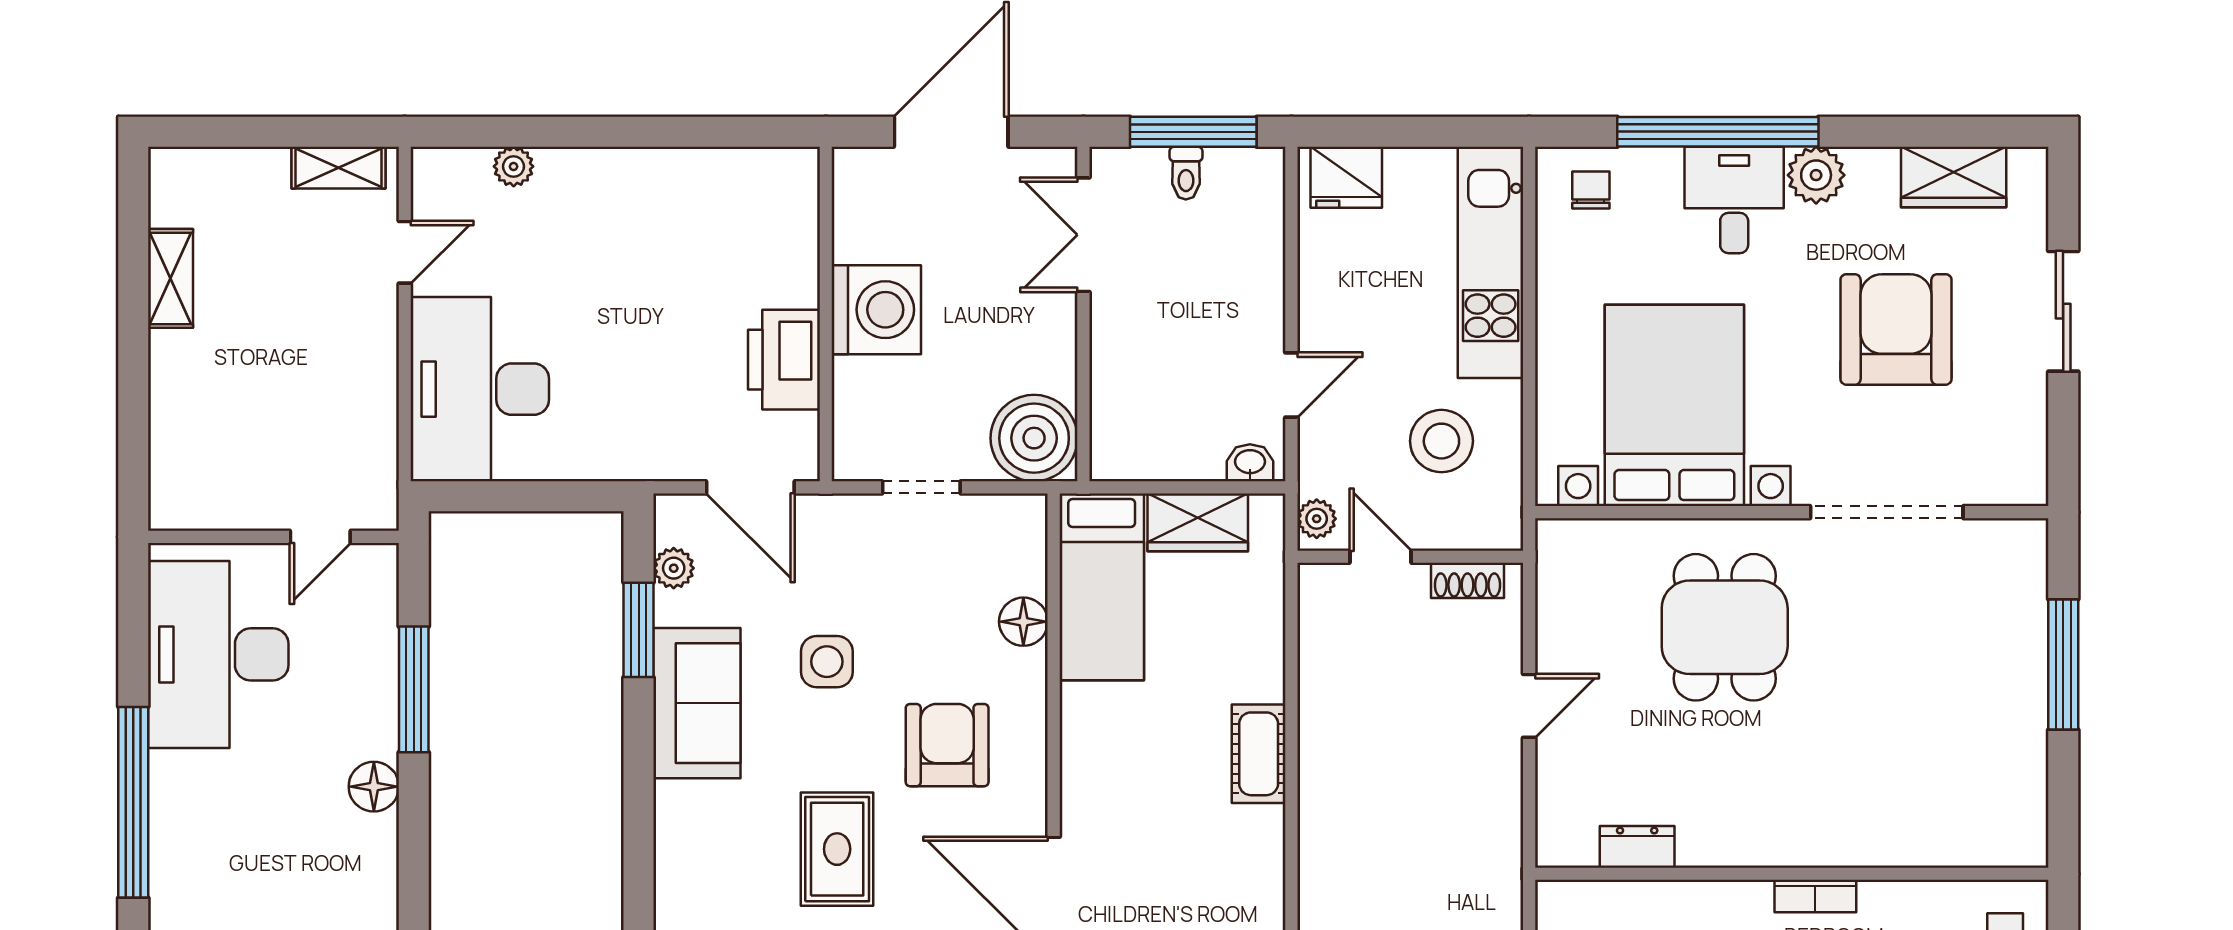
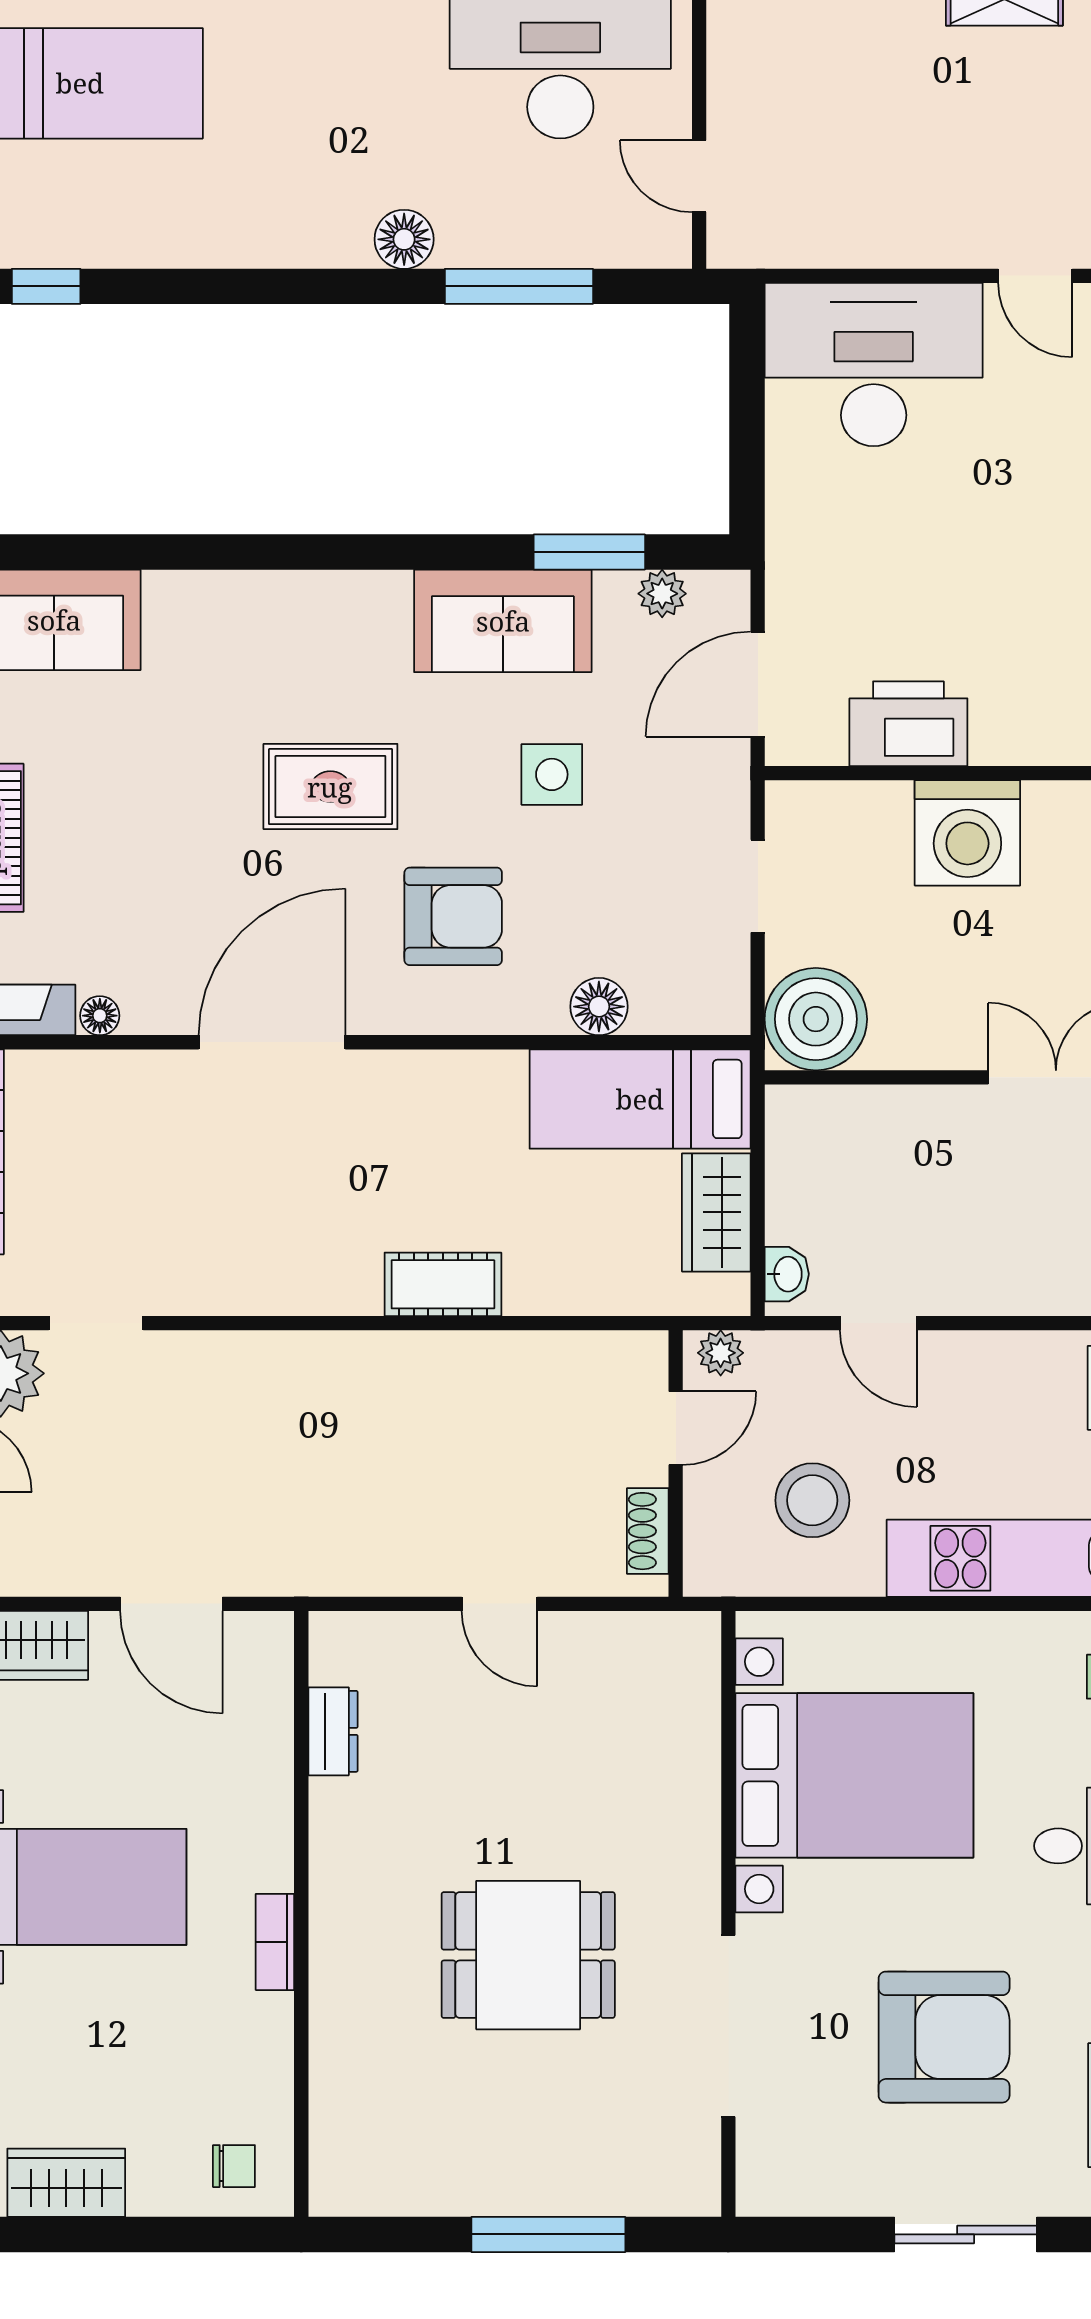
dining table: (1725, 627) -> (528, 1955), moved

